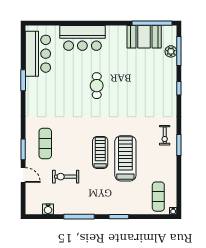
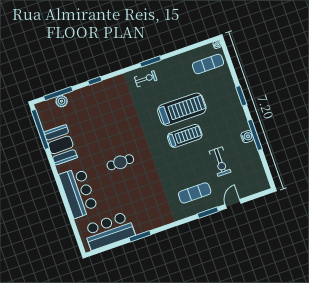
booth: (144, 37) -> (61, 145), moved
treadmill: (100, 153) -> (185, 136), turned 180
treadmill: (125, 158) -> (182, 109), turned 180
water cooler: (48, 209) -> (247, 137), moved

